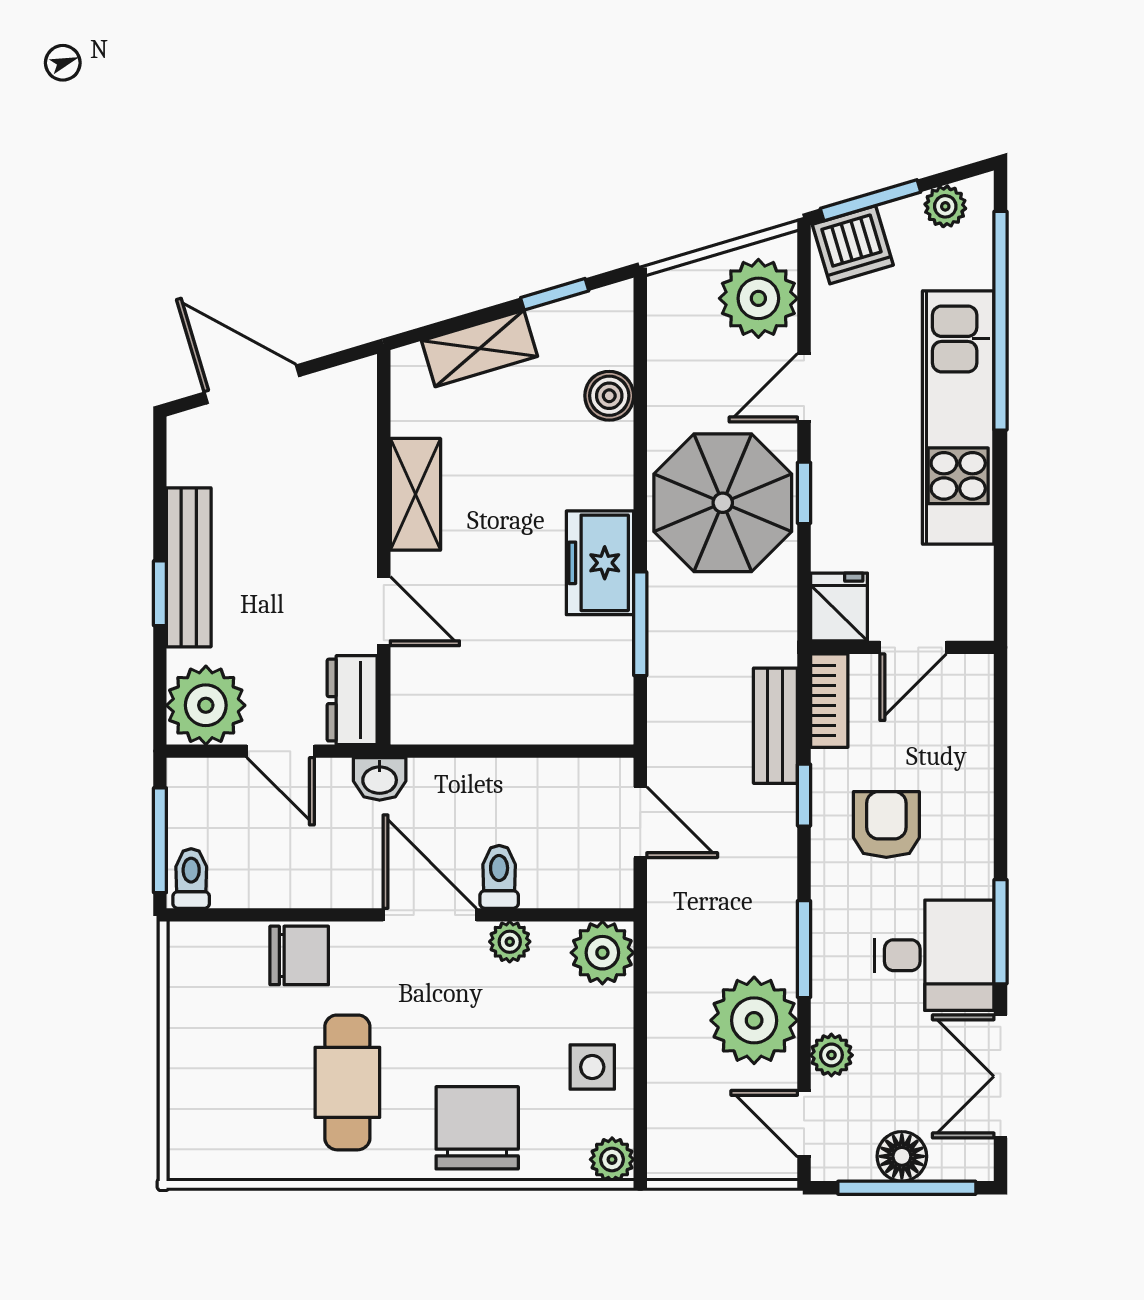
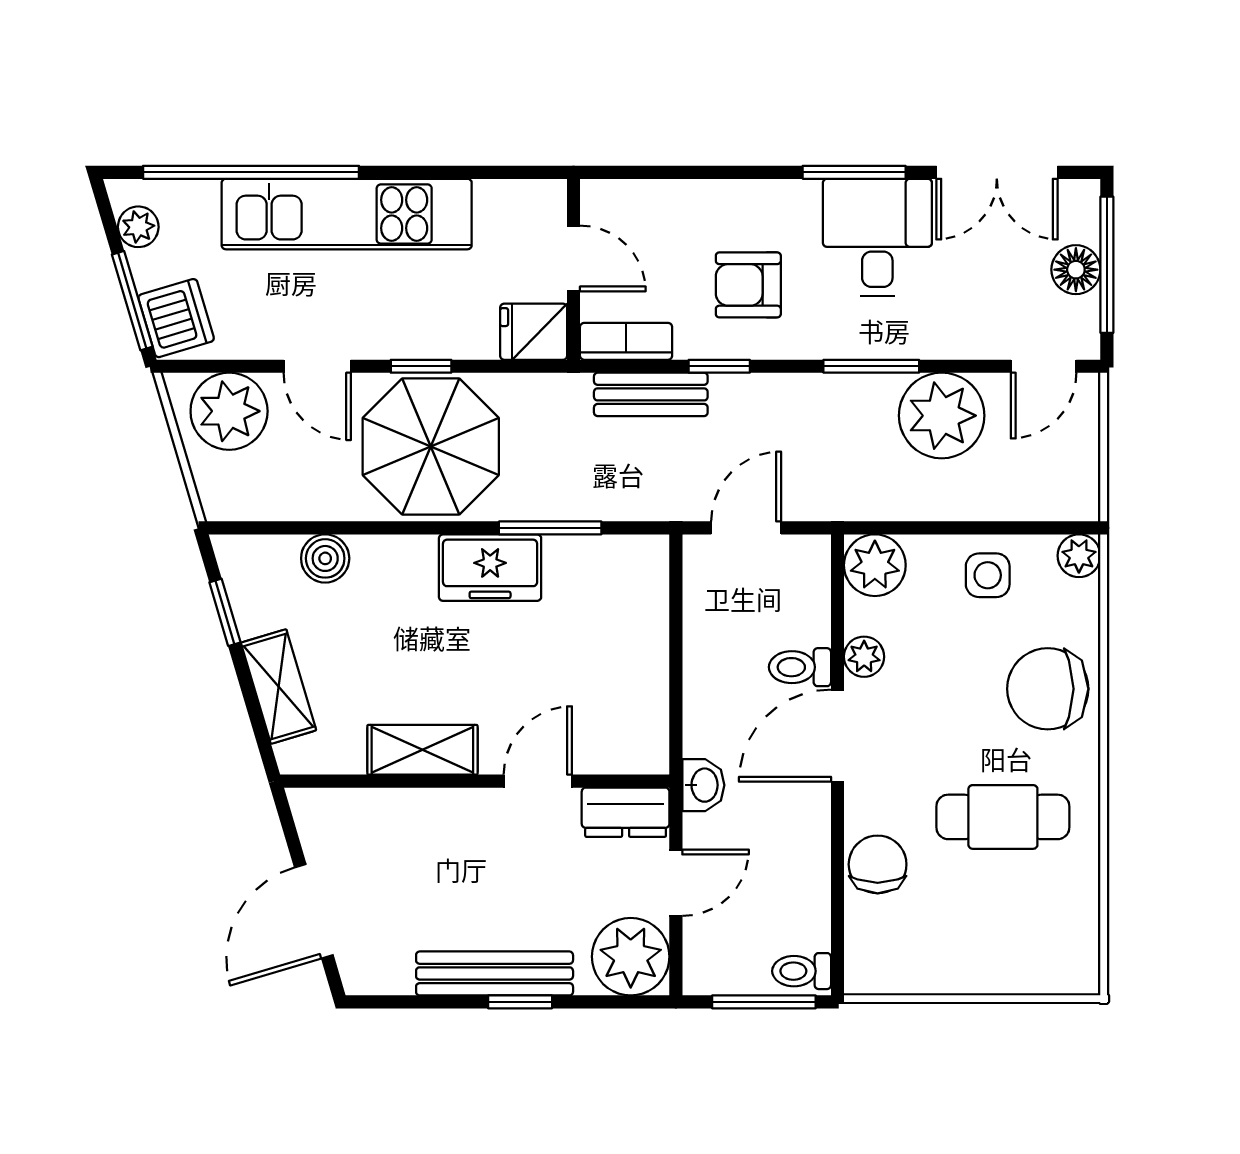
plant: (831, 1055) -> (976, 339), removed

